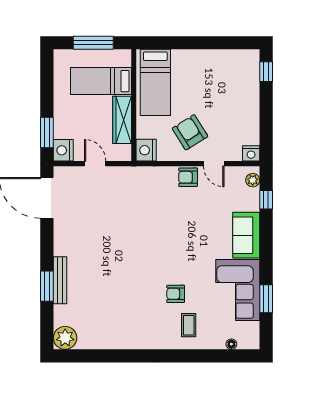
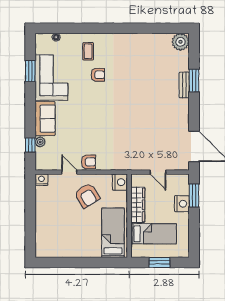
window: (93, 43) -> (159, 262), width x0.69
window: (266, 72) -> (30, 241), removed
nightstand: (63, 150) -> (182, 204), moved
plant: (253, 180) -> (40, 142), moved
bench: (60, 280) -> (184, 85), width x0.73

